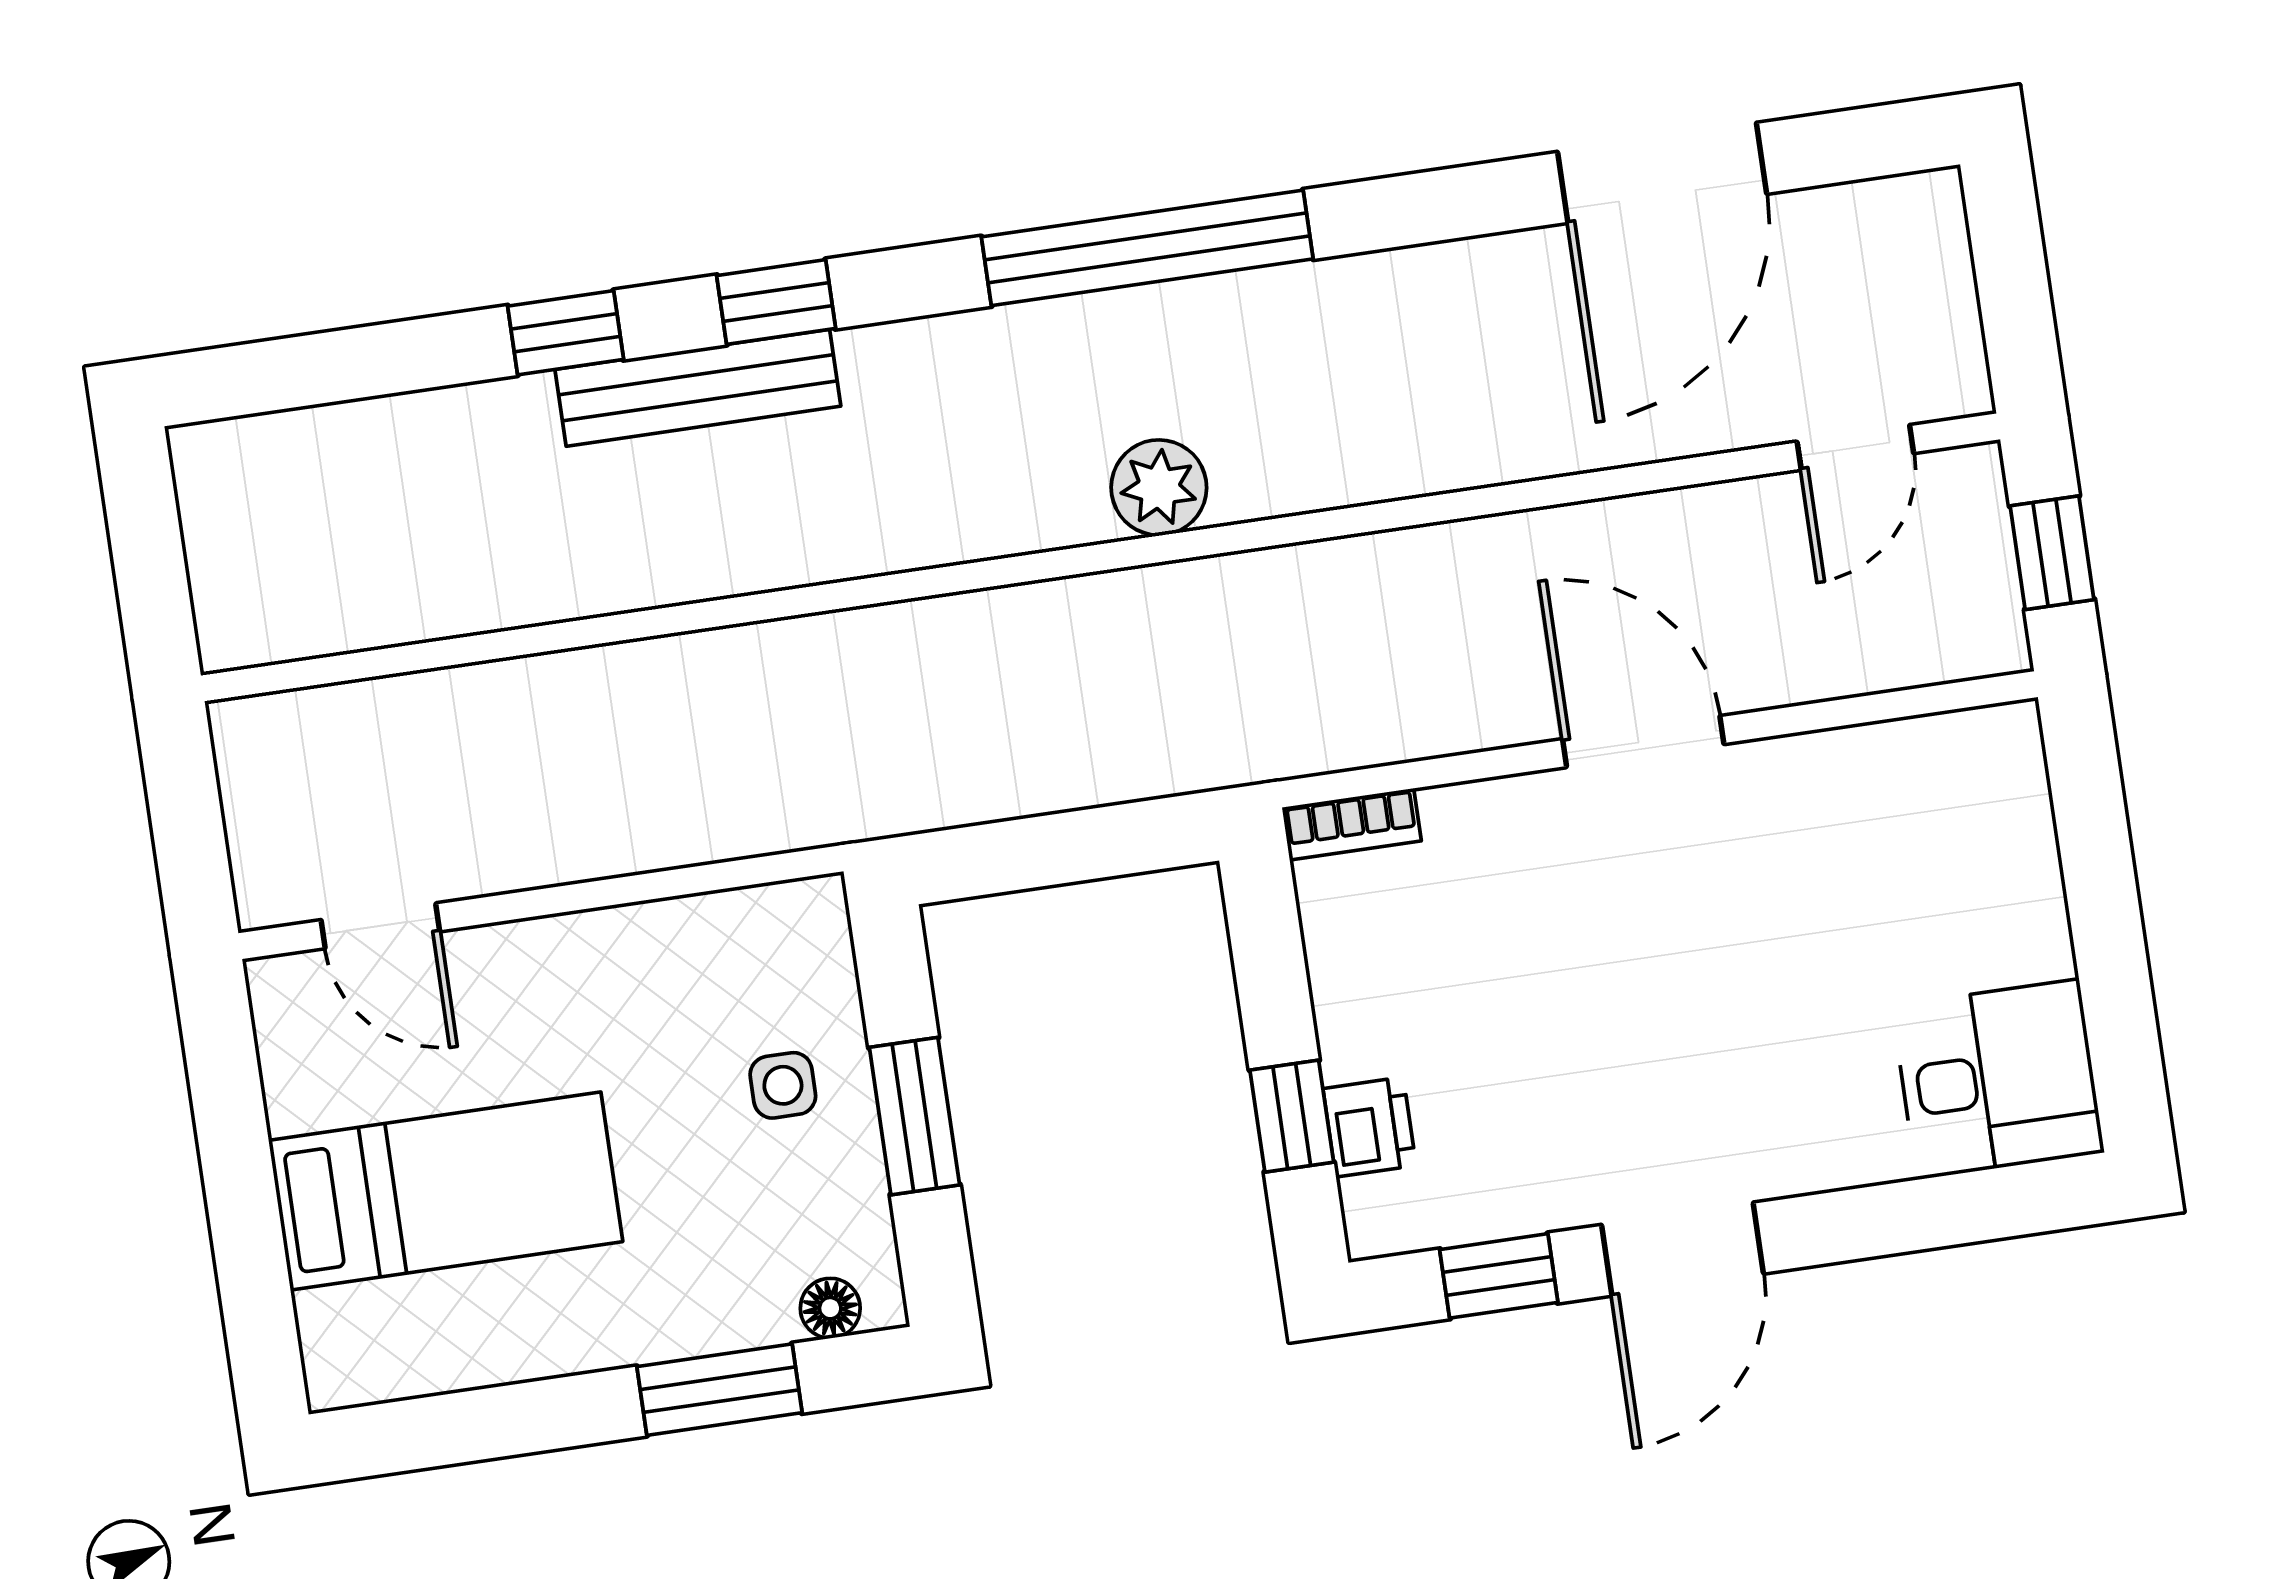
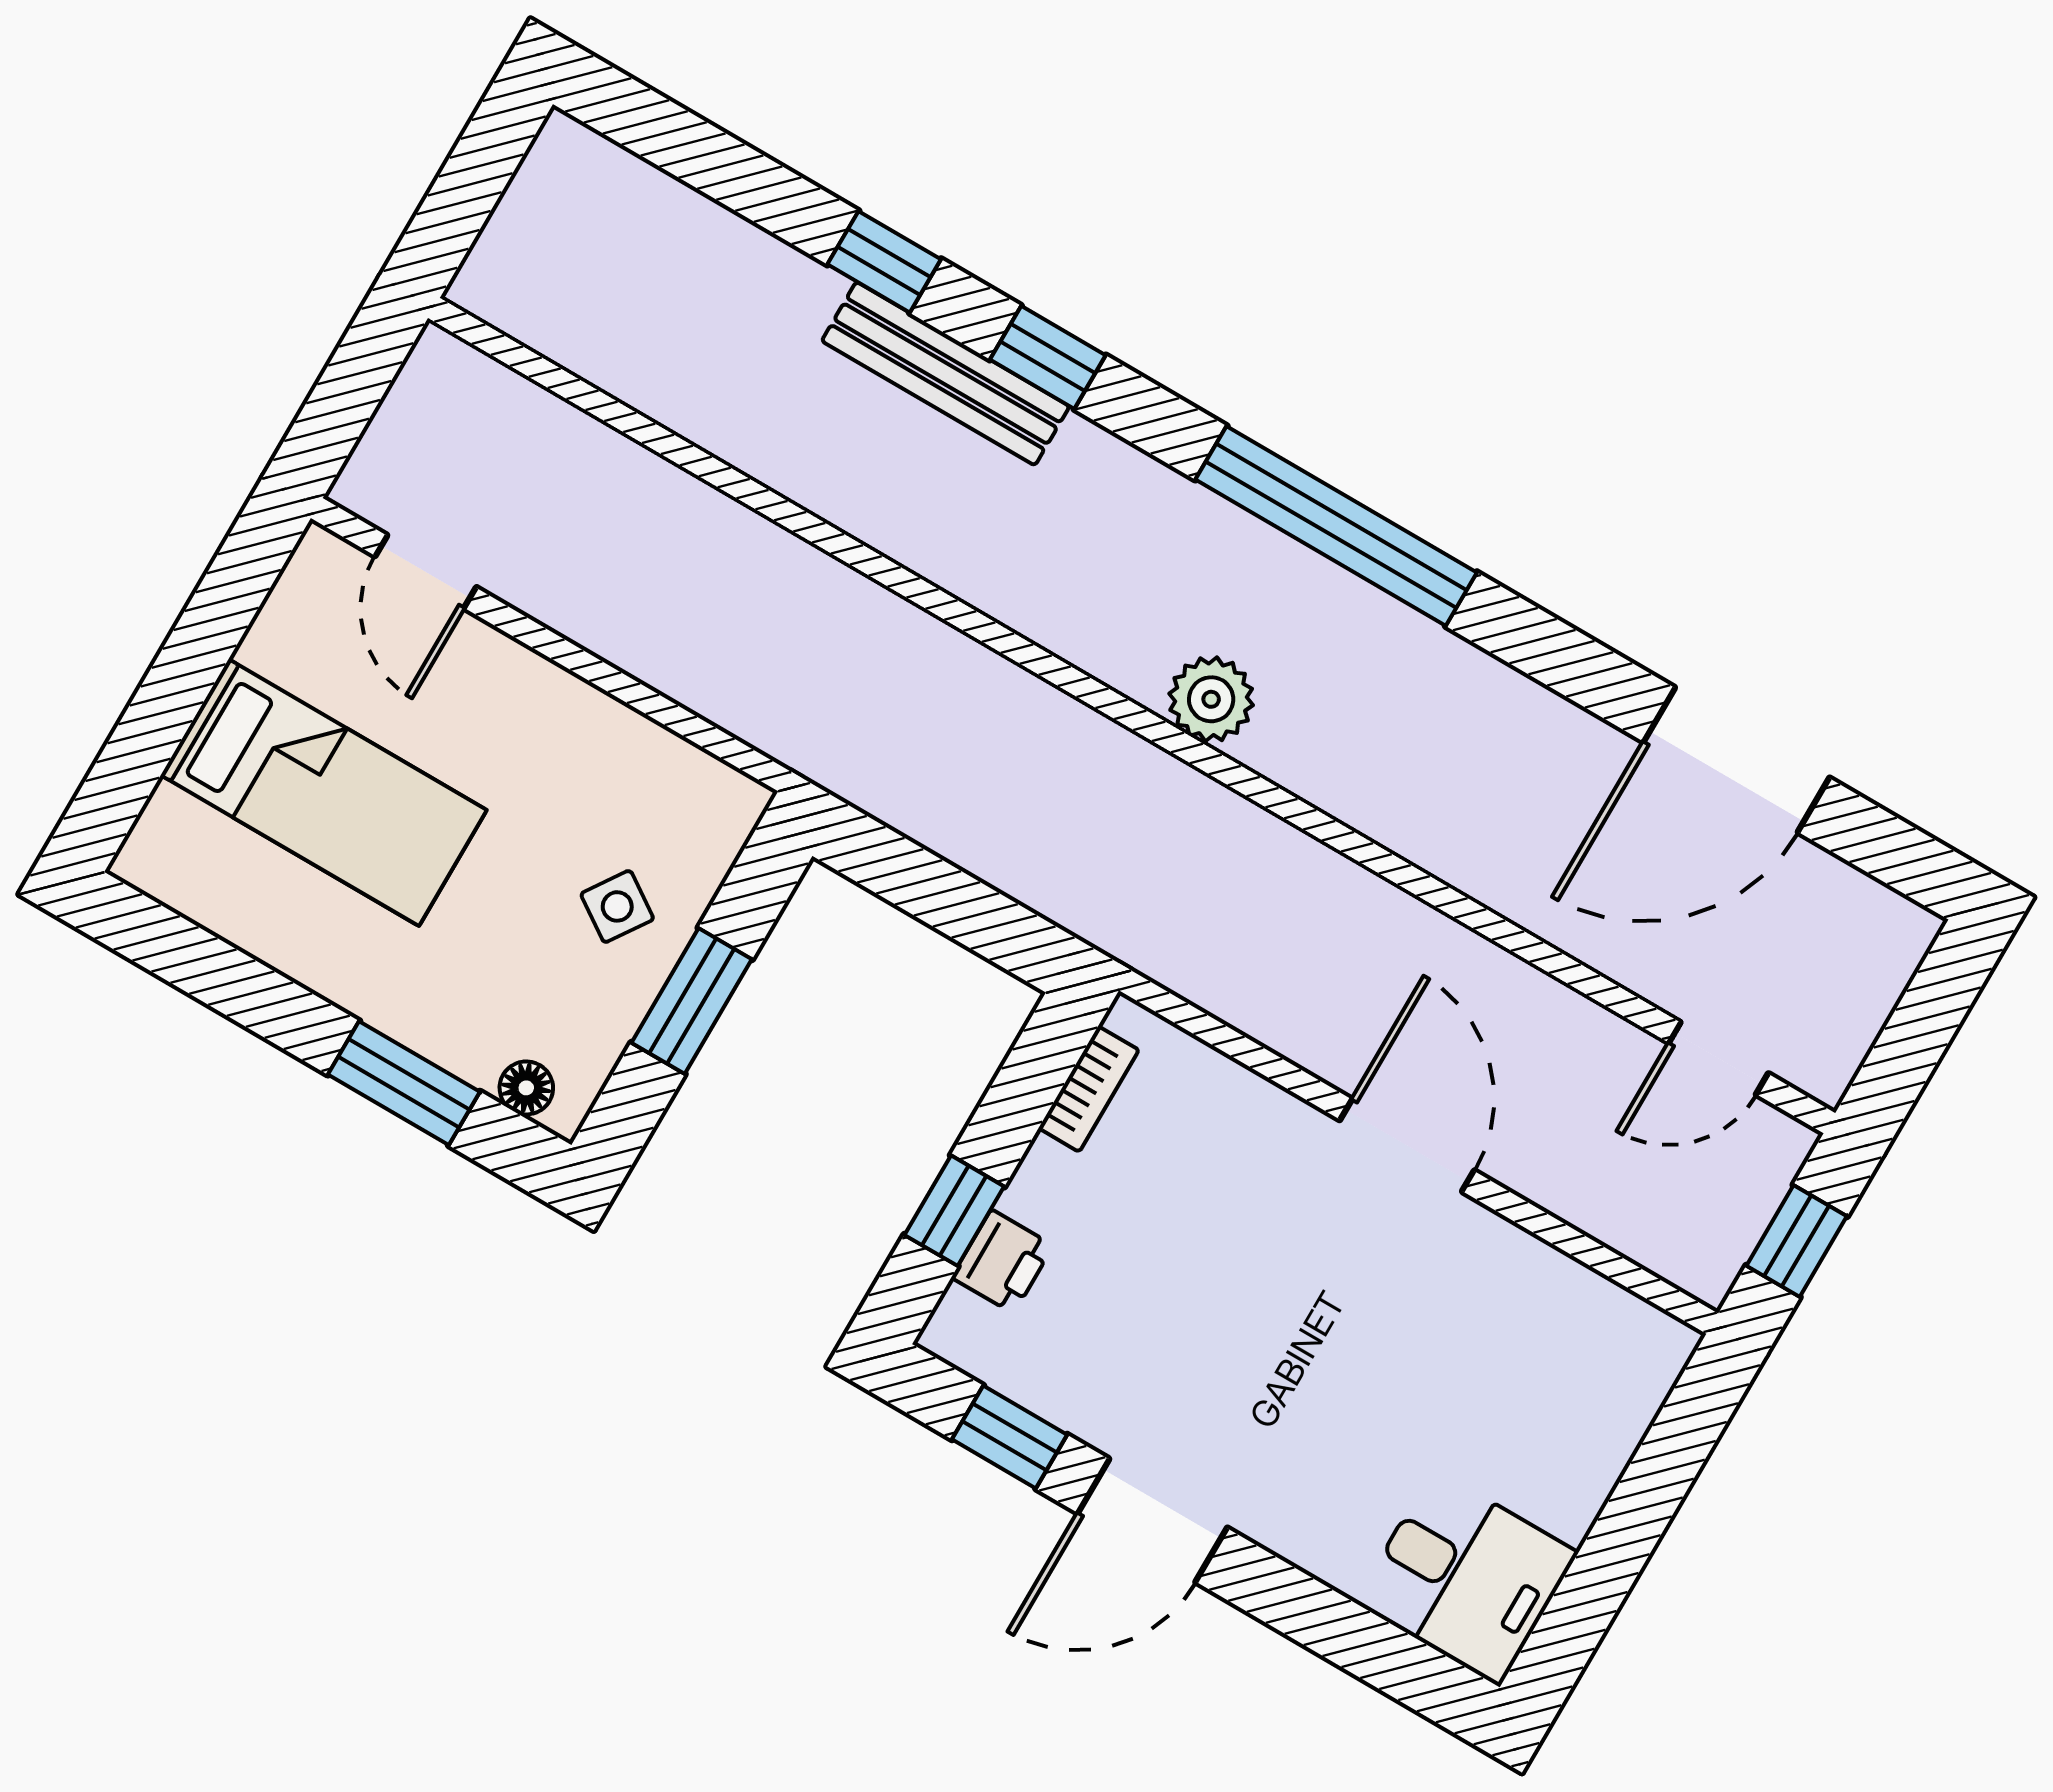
bookcase: (1352, 824) -> (1089, 1089), moved, turned -90
side table: (783, 1085) -> (617, 906), turned 34

